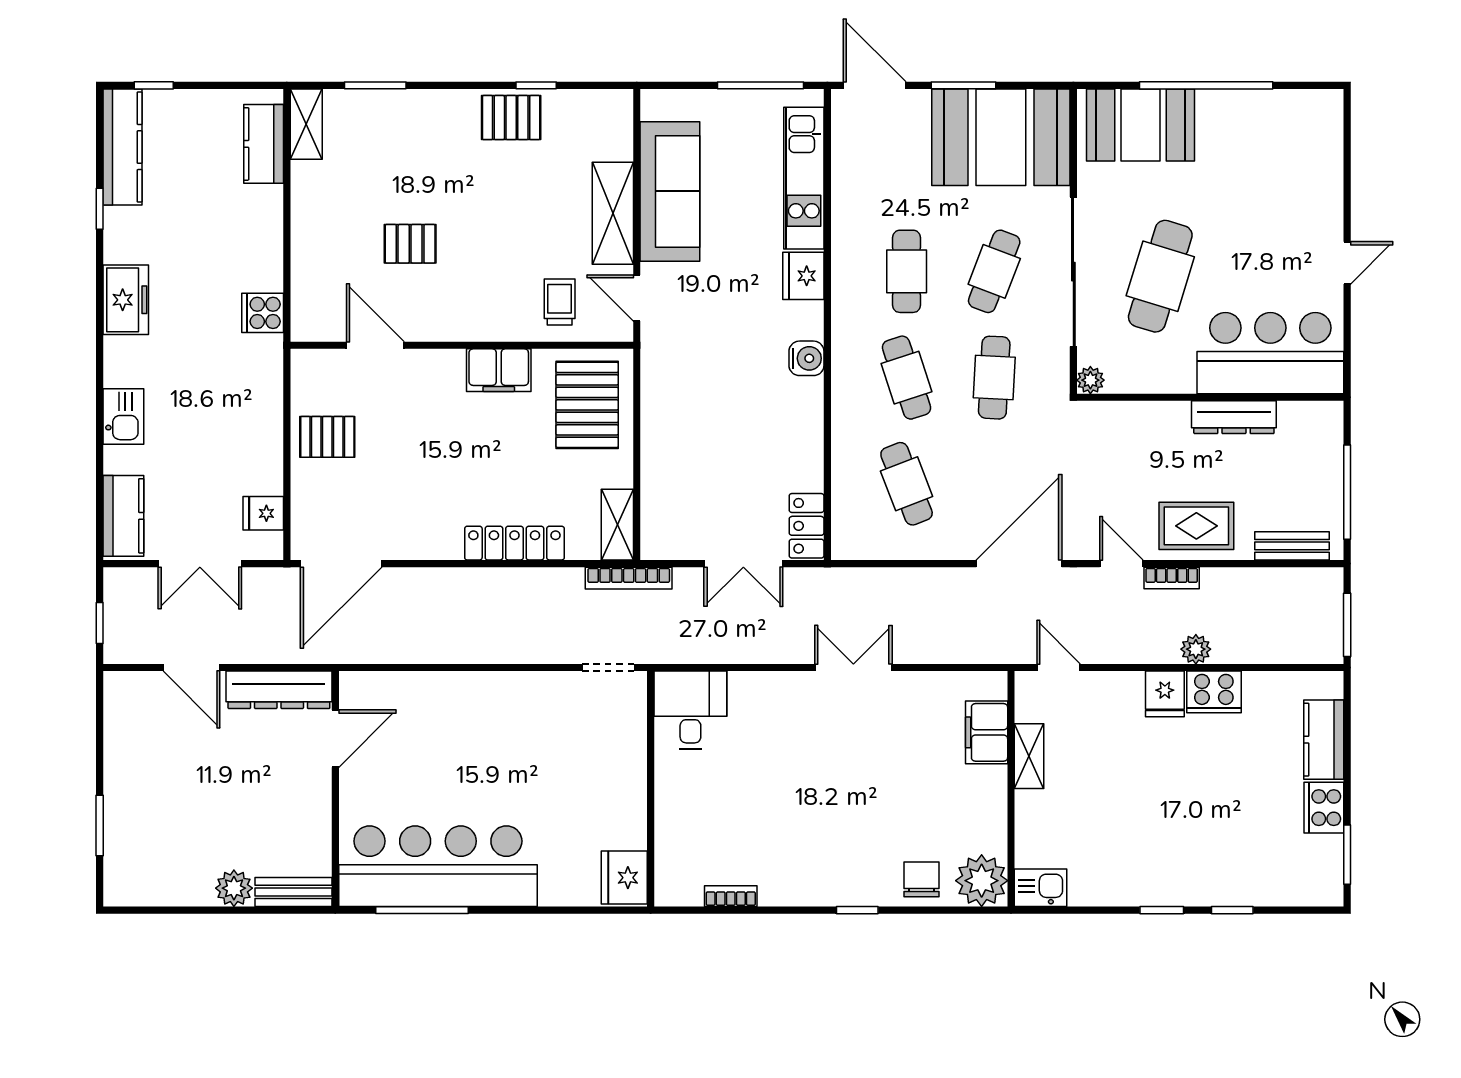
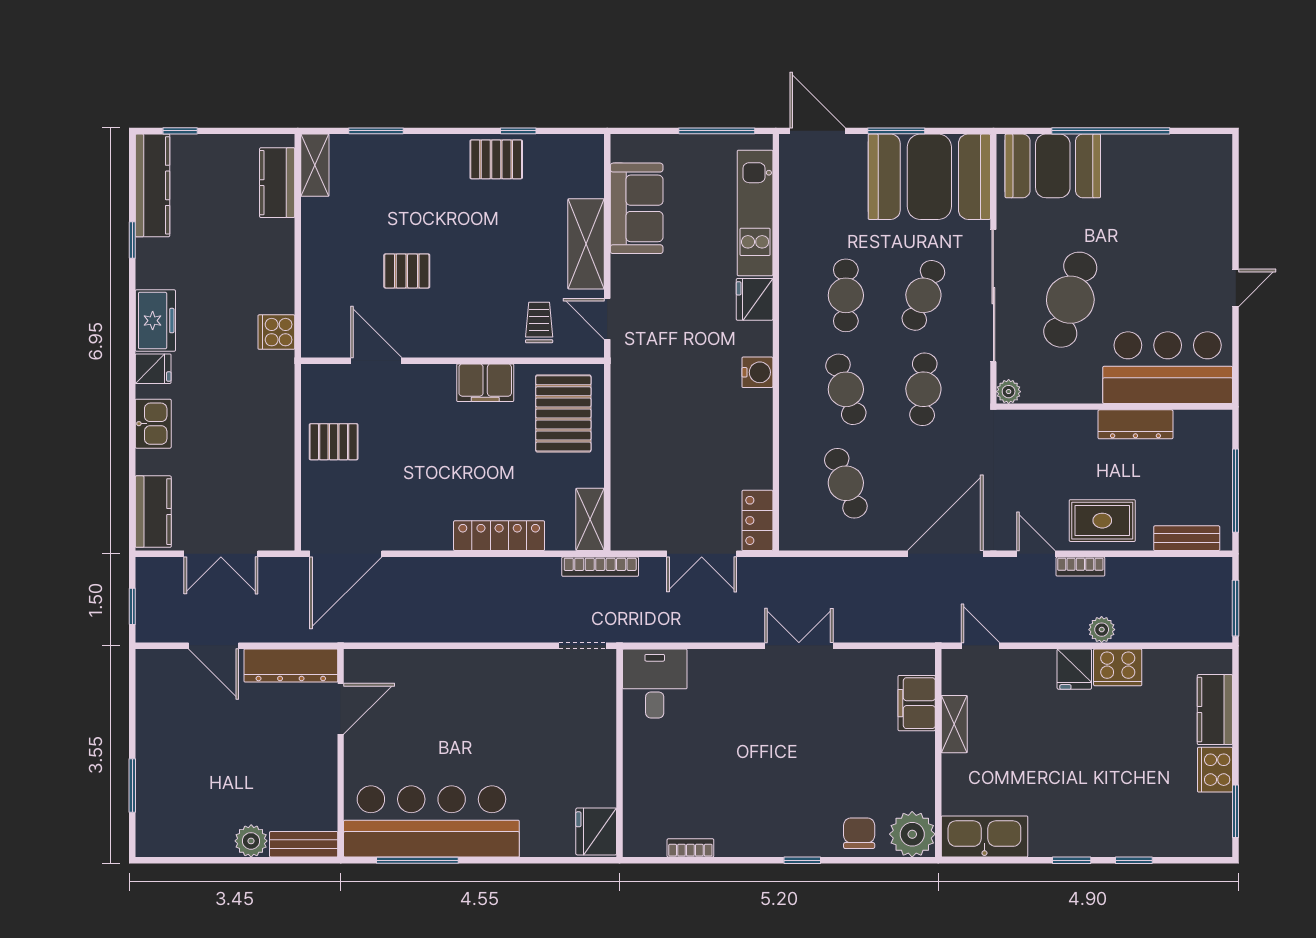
sofa: (670, 191) -> (637, 208), width x0.73
fridge: (263, 513) -> (153, 369), moved, turned 180
kitchen sink: (1040, 888) -> (984, 836), width x1.88, depth x1.24

